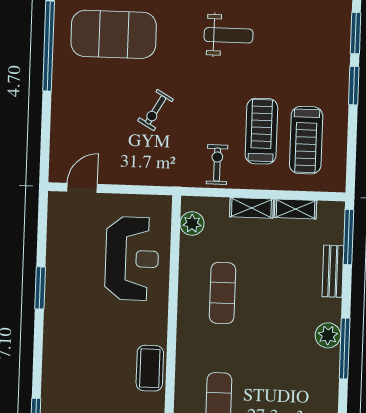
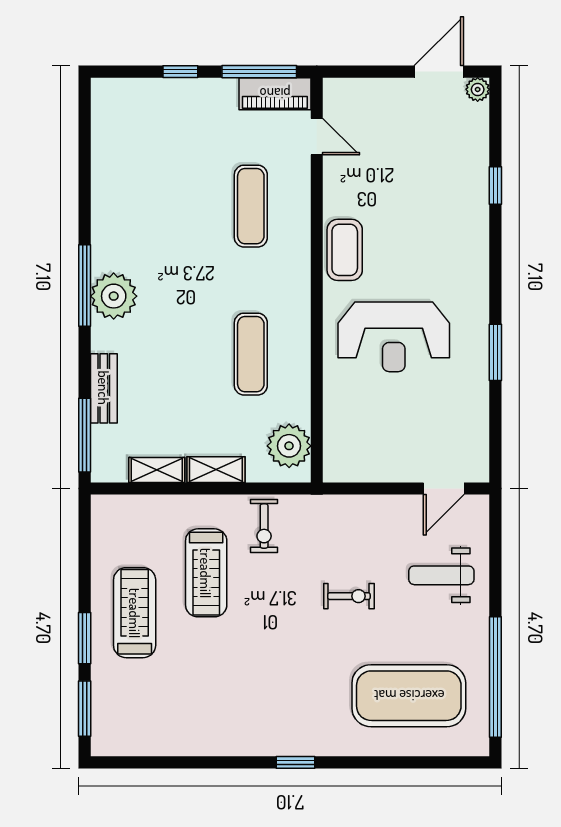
weight bench: (229, 35) -> (441, 575), moved
exercise bike: (156, 110) -> (349, 596), turned 60
treadmill: (306, 140) -> (135, 613), moved
plant: (192, 223) -> (289, 446), width x1.36, depth x1.36
reception desk: (132, 259) -> (394, 337), moved, turned -90
plant: (328, 335) -> (114, 296), width x1.36, depth x1.36

